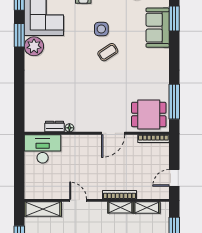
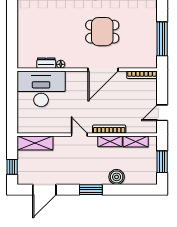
dining table: (149, 115) -> (102, 32), moved
door: (113, 133) -> (103, 70), width x1.36
desk: (43, 149) -> (41, 89), width x1.36, depth x1.30
door: (78, 200) -> (79, 135), moved

